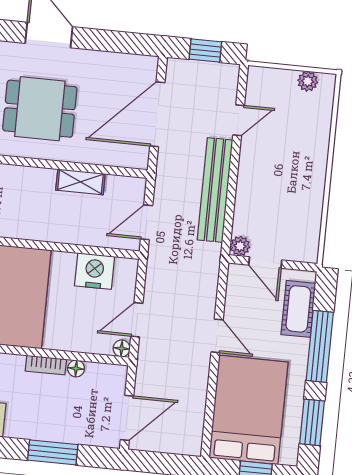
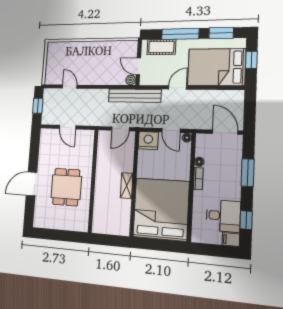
plant: (308, 81) -> (51, 55), removed
door: (157, 114) -> (68, 127), width x0.53
shelving: (80, 182) -> (127, 186), moved
bench: (215, 190) -> (135, 96), moved
door: (147, 222) -> (120, 129), hinge flipped
door: (265, 263) -> (138, 66), swing flipped
nightstand: (95, 271) -> (148, 141), moved, turned 90

